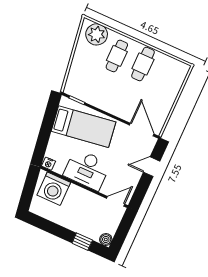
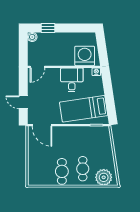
door: (152, 167) -> (23, 102), swing flipped
desk: (87, 169) -> (72, 80), width x0.73

